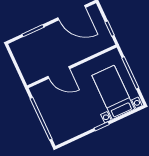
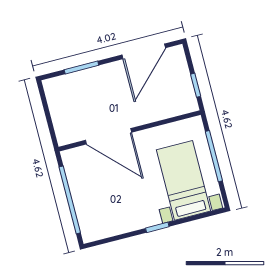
door: (72, 13) -> (144, 51), hinge flipped
door: (59, 72) -> (109, 136), width x1.36

